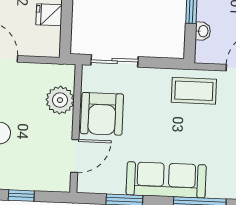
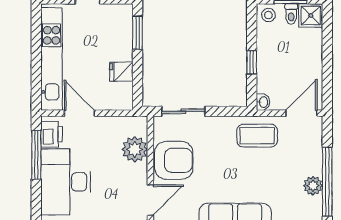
washbasin: (203, 31) -> (263, 102), moved
armchair: (102, 114) -> (174, 160), turned -90

